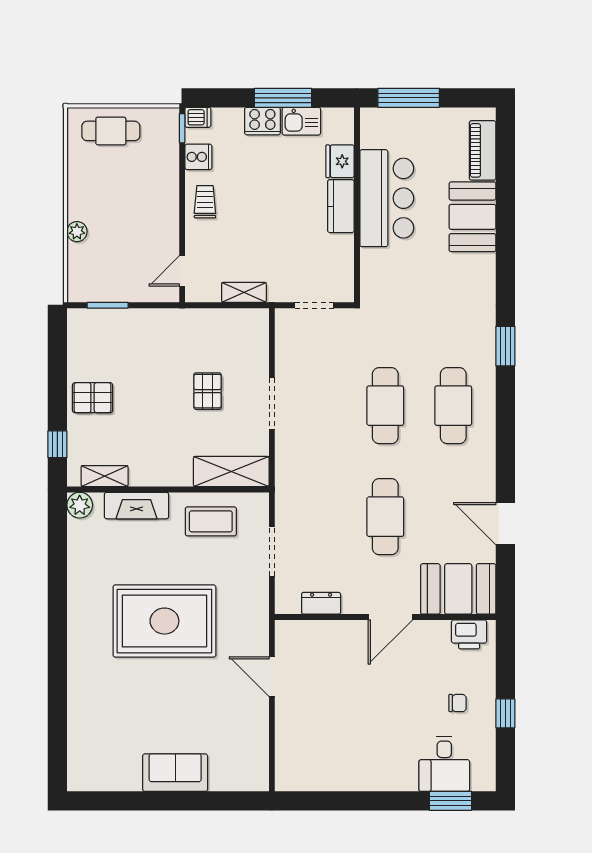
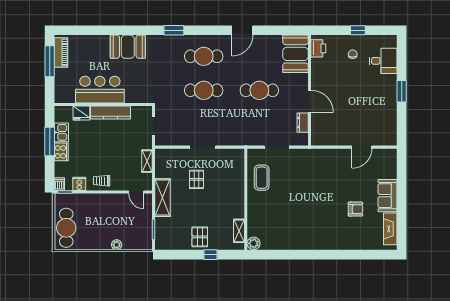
window: (409, 98) -> (50, 61), moved
cafe table: (111, 131) -> (66, 228), width x1.37, depth x1.35
piano: (483, 150) -> (61, 53), moved, turned -90
kitchen counter: (341, 206) -> (110, 113), width x1.50
booth: (472, 217) -> (128, 47), moved
pallet: (208, 391) -> (196, 179), turned 90
window: (57, 444) -> (210, 255), moved
shelving: (231, 472) -> (162, 198), moved
fireplace: (137, 506) -> (390, 229), moved, turned 180
door: (505, 524) -> (242, 30), moved
door: (390, 617) -> (310, 101), moved
rug: (164, 621) -> (312, 201), removed
door: (272, 677) -> (362, 147), moved
armchair: (148, 709) -> (355, 209), added
window: (451, 801) -> (402, 91), moved

